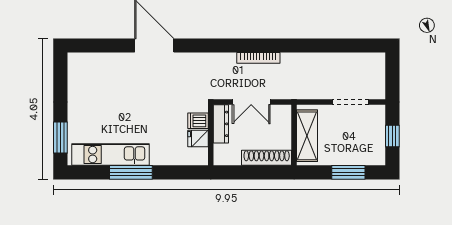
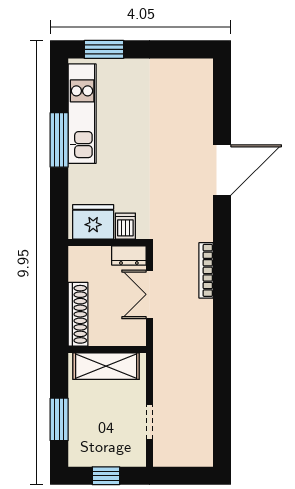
bookcase: (258, 58) -> (206, 270), moved
doorway: (351, 102) -> (149, 422), width x0.73
dresser: (221, 124) -> (129, 255), width x0.70
fridge: (198, 138) -> (93, 222), width x1.88, depth x1.34

